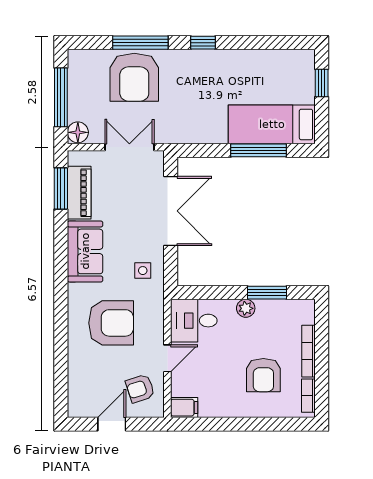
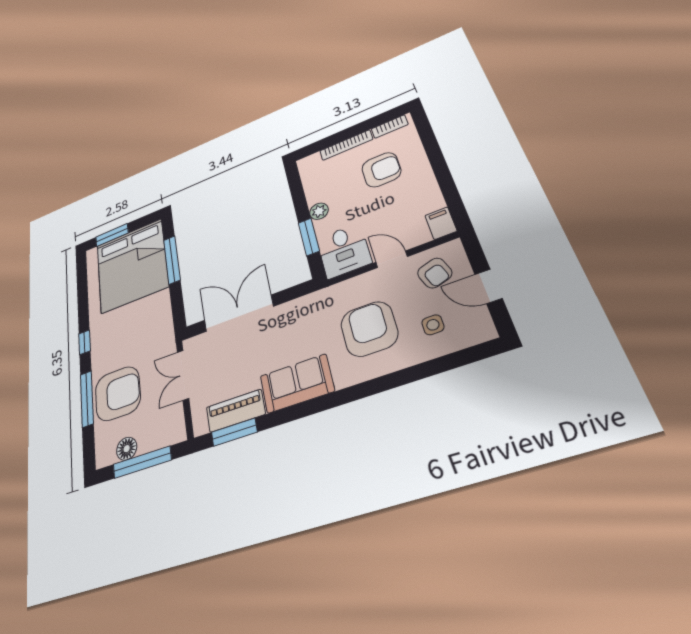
window: (322, 83) -> (112, 235), width x1.50
bed: (272, 124) -> (132, 265), width x2.04
floor lamp: (78, 132) -> (127, 449), moved
side table: (143, 271) -> (433, 325), moved
window: (267, 293) -> (309, 237), moved

